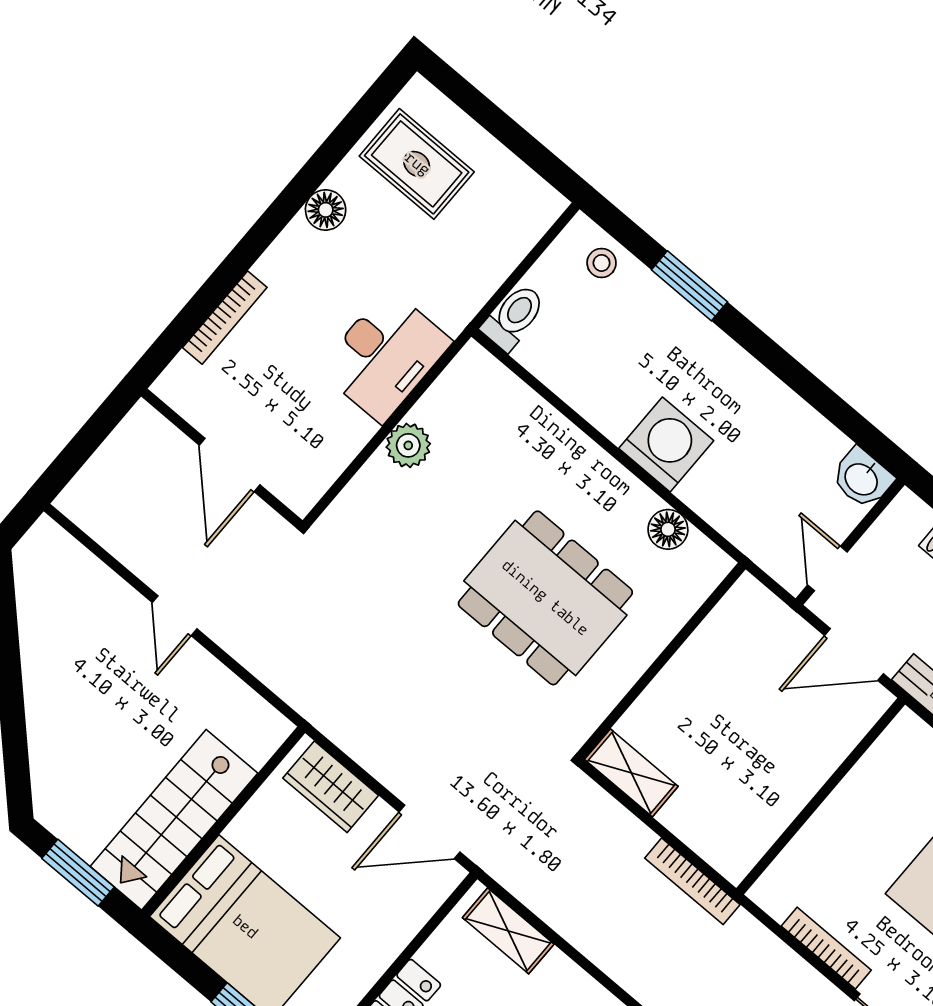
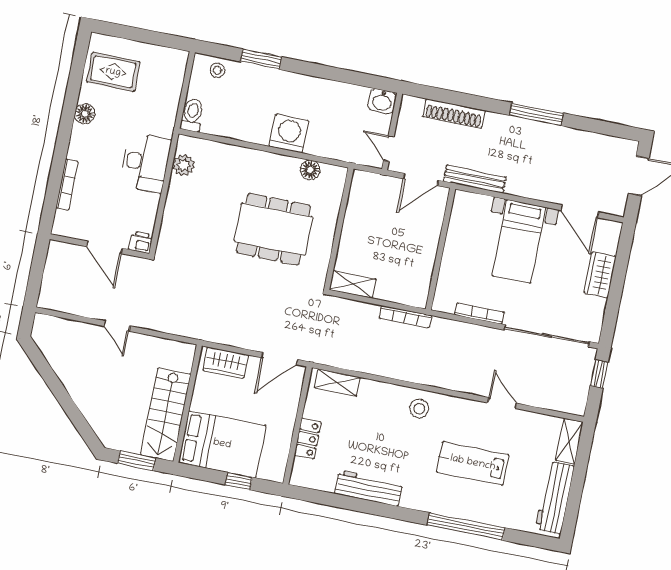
plant: (408, 445) -> (183, 165), moved
printer: (299, 492) -> (141, 242), added

